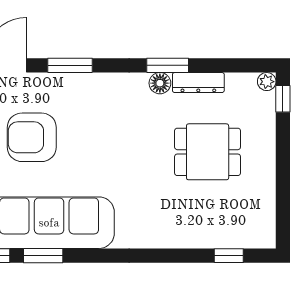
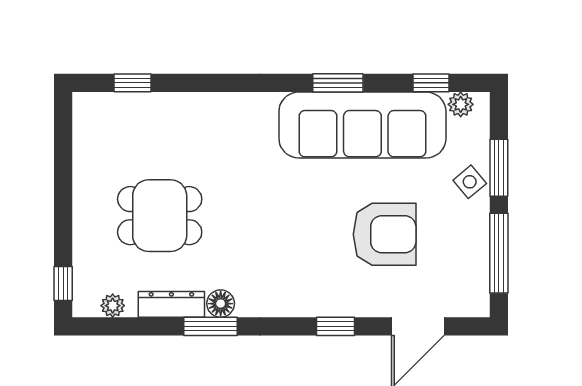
window: (70, 65) -> (336, 326), width x0.67
plant: (267, 82) -> (113, 306), moved
window: (43, 256) -> (338, 83), moved

